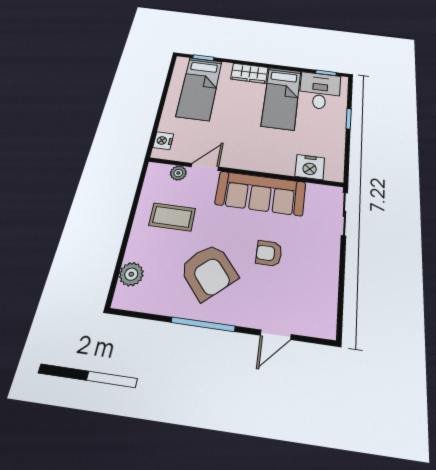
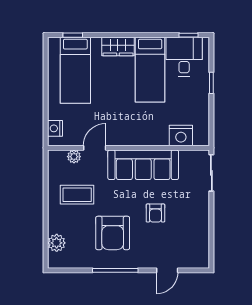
armchair: (269, 253) -> (155, 213), turned -90
armchair: (209, 271) -> (113, 233), turned 41

